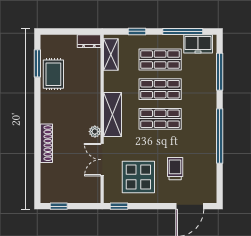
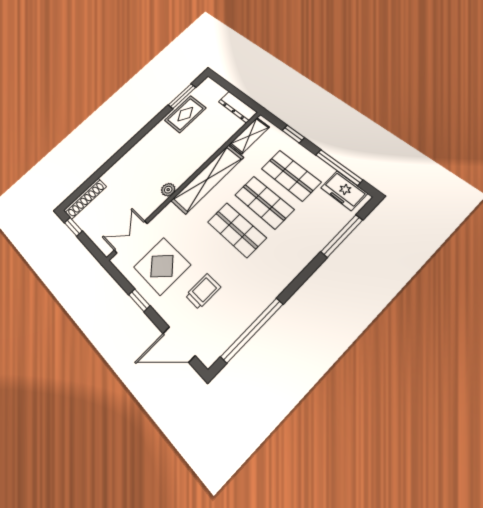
dresser: (89, 41) -> (238, 107), width x1.44
shelving: (112, 114) -> (207, 179), width x1.47
window: (220, 136) -> (252, 330), moved
shoe rack: (46, 143) -> (85, 198), moved
double door: (102, 160) -> (131, 237), moved
window: (119, 206) -> (139, 300), moved

